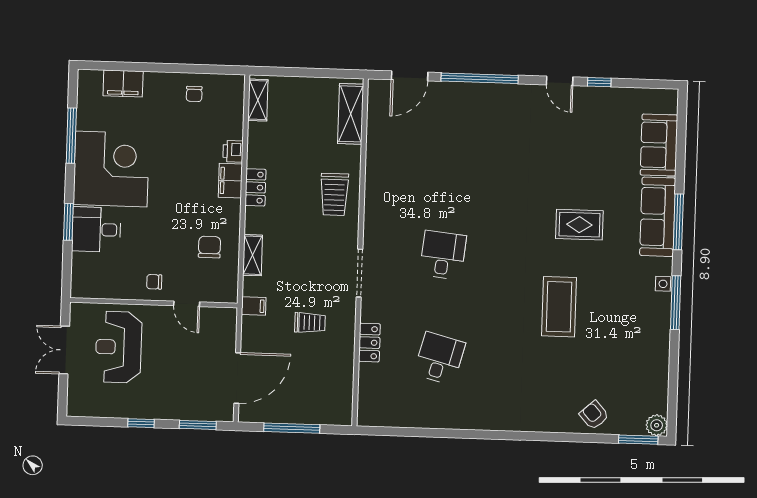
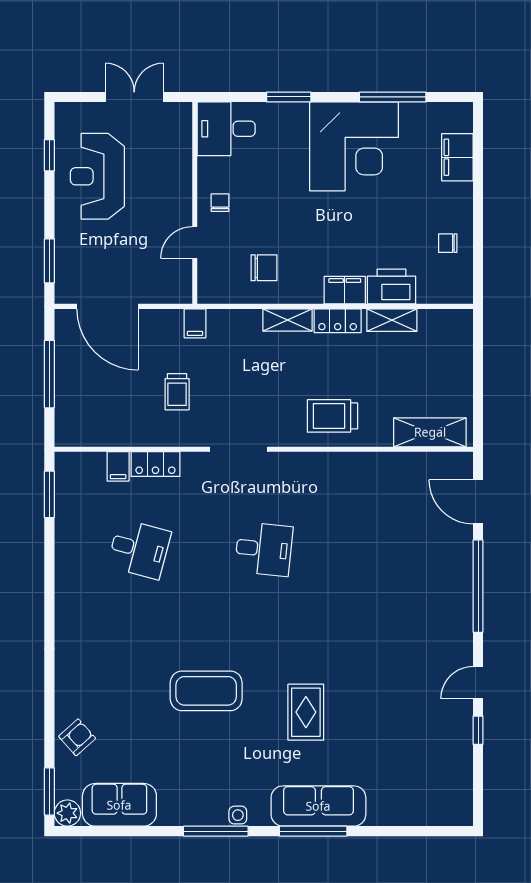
shelving: (258, 100) -> (392, 320), moved
sofa: (659, 145) -> (119, 805), moved
printer: (233, 151) -> (391, 287), width x1.87, depth x1.48
desk: (96, 229) -> (226, 129), moved, turned -90
shelving: (253, 255) -> (287, 320), moved
reception desk: (119, 347) -> (97, 176), moved, turned -90
filing cabinet: (370, 374) -> (118, 466), added
window: (141, 423) -> (49, 155), moved
window: (392, 431) -> (49, 494), added

